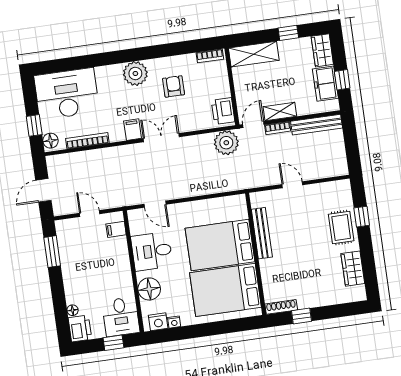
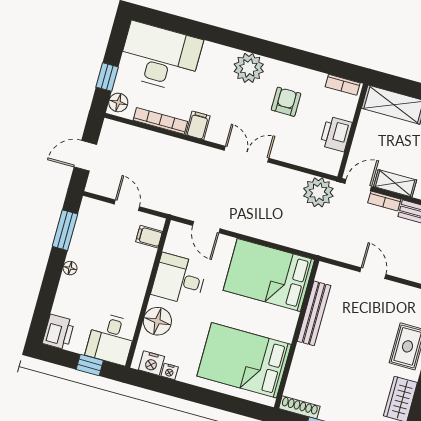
printer: (223, 111) -> (336, 134), moved
filing cabinet: (133, 130) -> (198, 125), moved
bed: (220, 245) -> (269, 275), moved
floor lamp: (73, 310) -> (70, 268), moved

